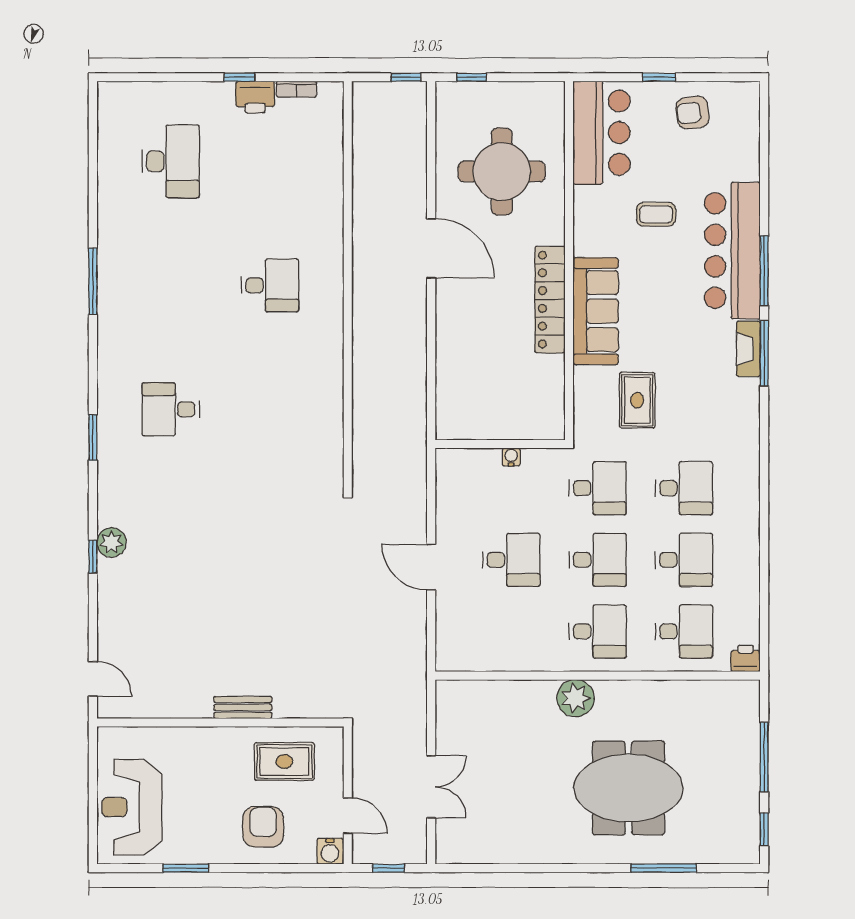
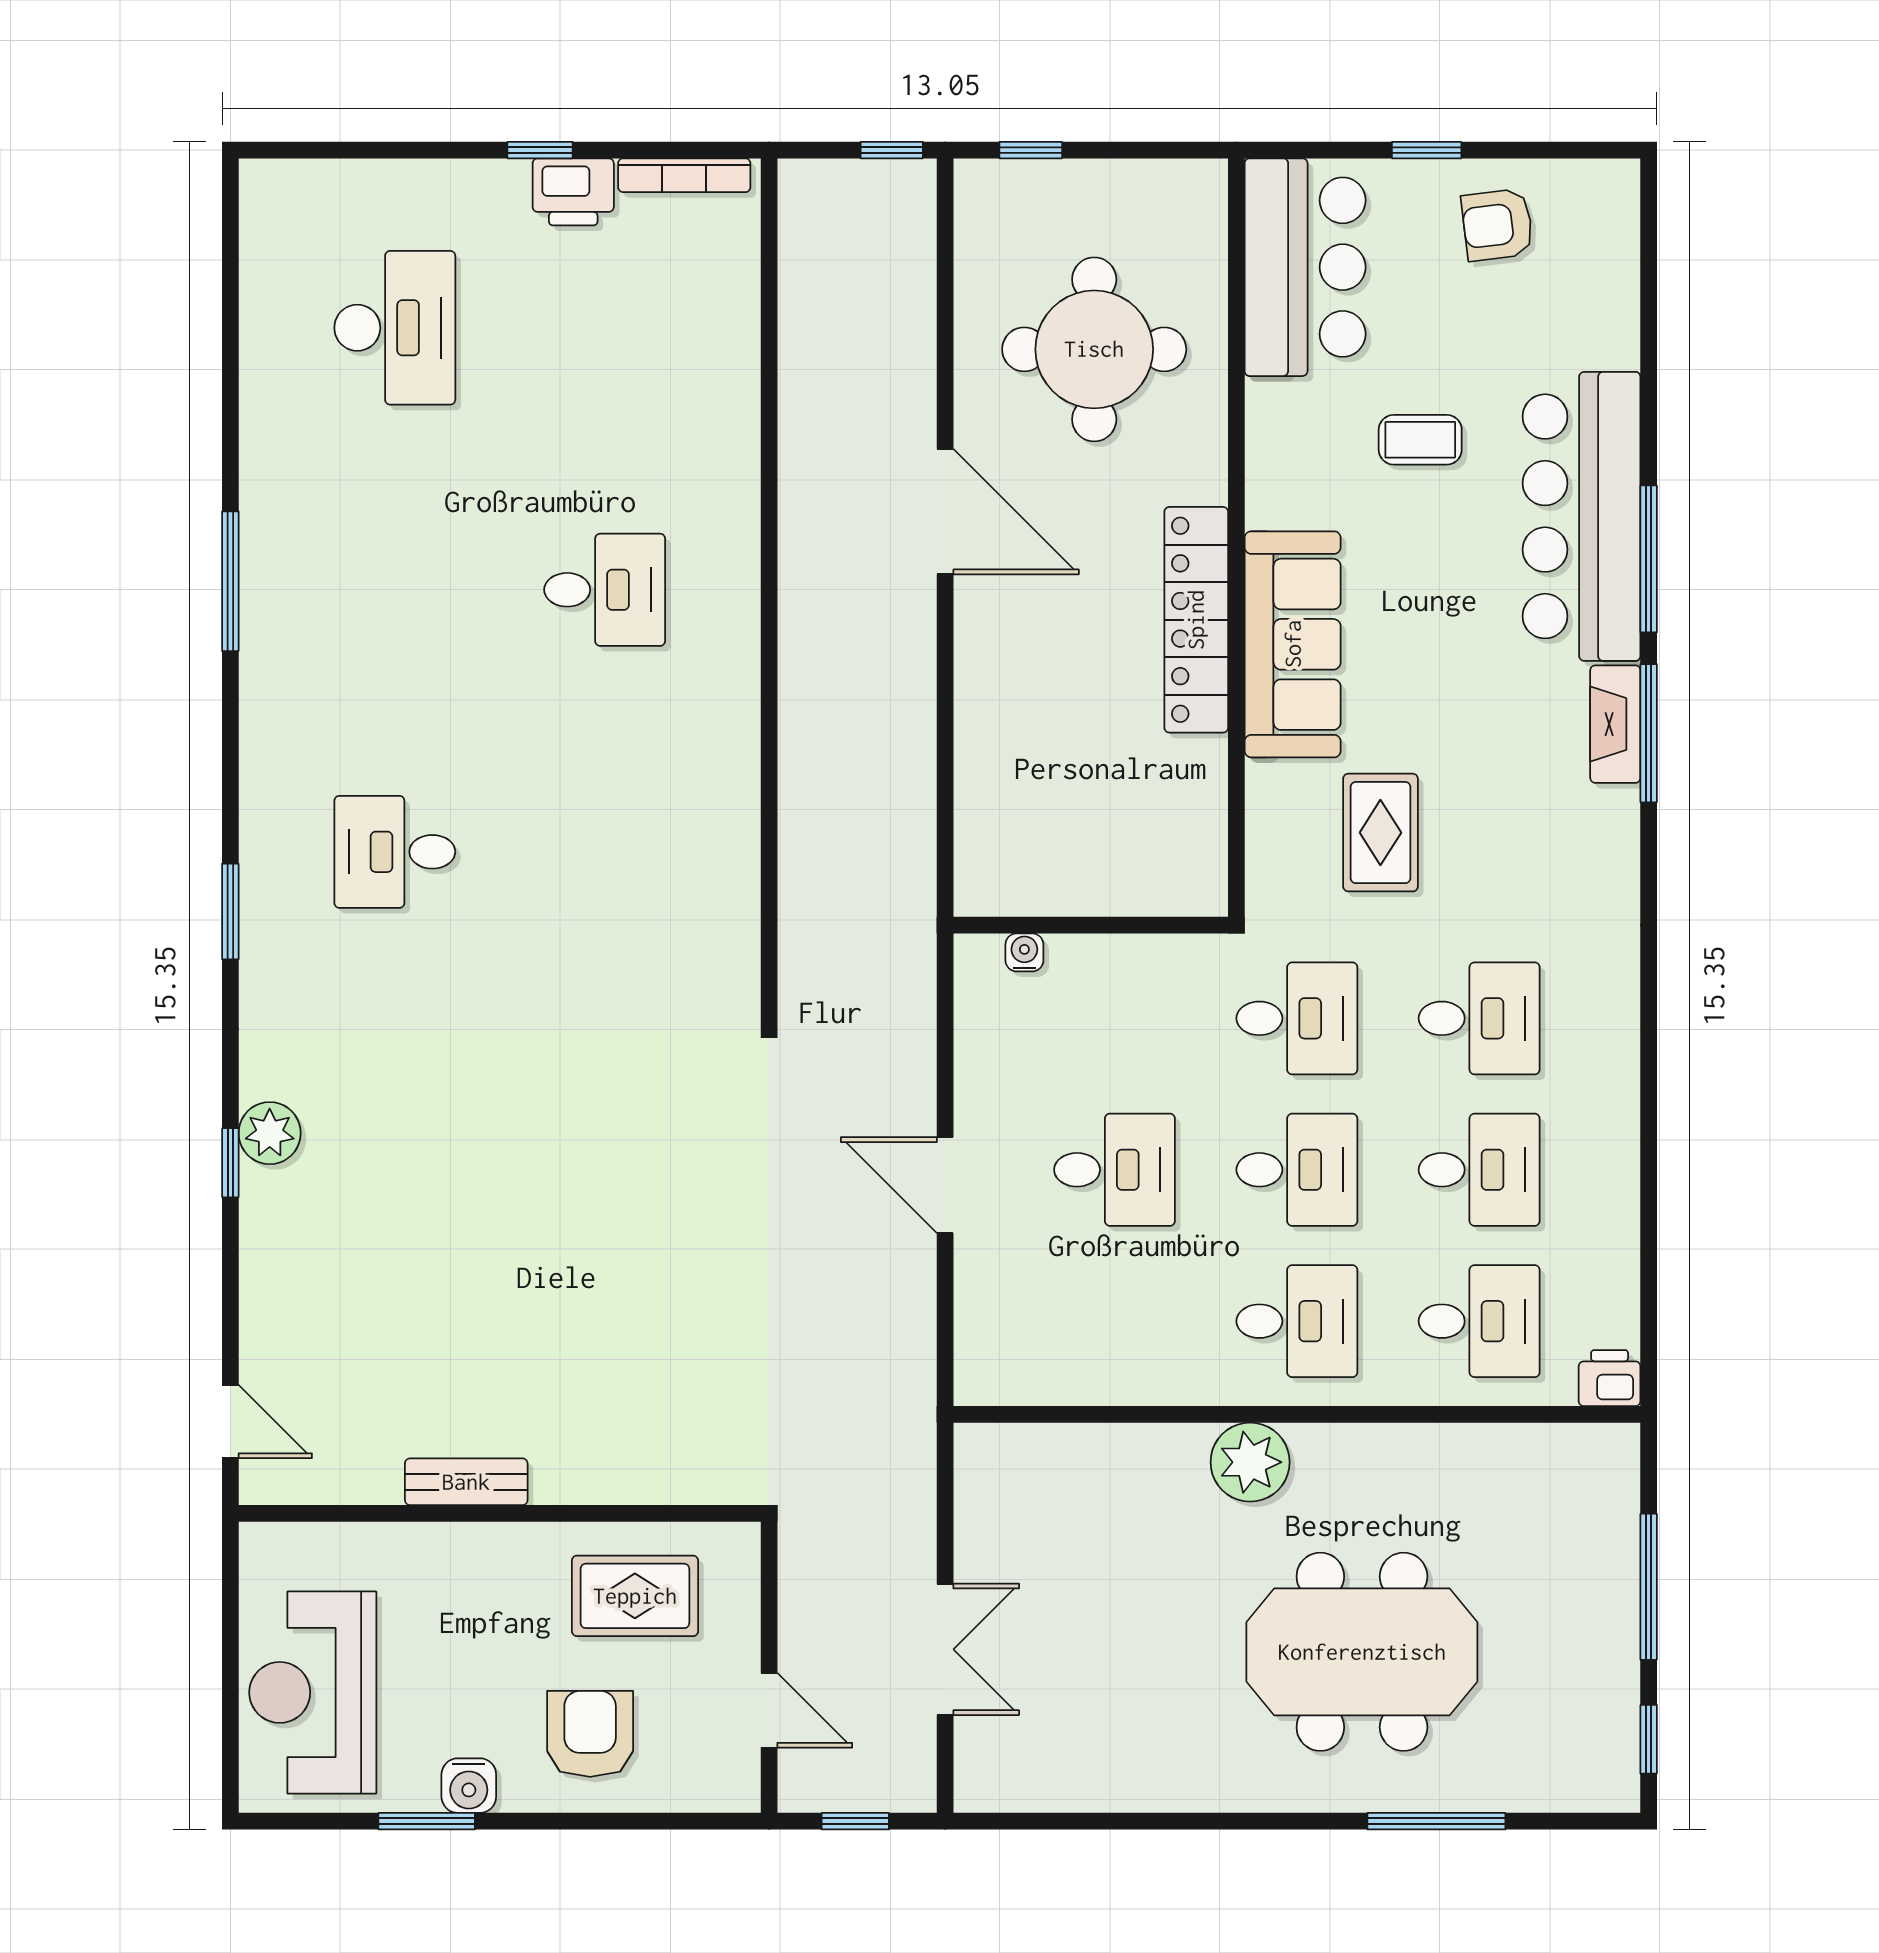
bookcase: (296, 89) -> (684, 175), width x1.56
water cooler: (511, 457) -> (1024, 952), moved
bench: (243, 707) -> (466, 1482), moved
water cooler: (330, 851) -> (469, 1786), moved

